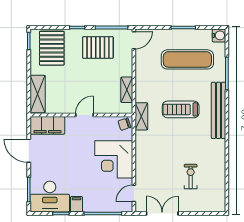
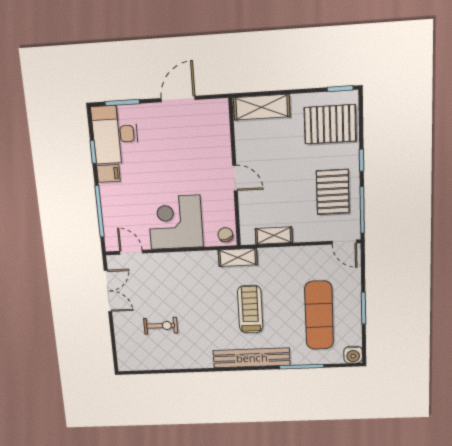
filing cabinet: (47, 125) -> (217, 125), removed

